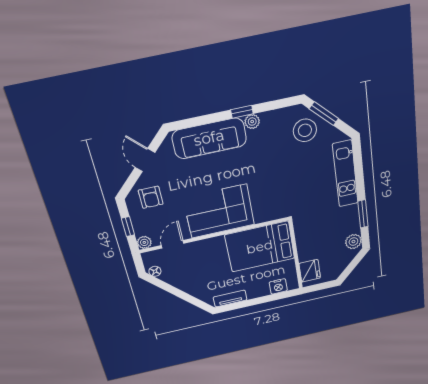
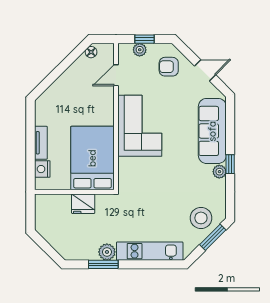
plant: (144, 242) -> (140, 50), moved
plant: (353, 242) -> (107, 252), moved
door: (173, 244) -> (116, 75), swing flipped
fridge: (310, 271) -> (83, 204), moved
tv unit: (230, 298) -> (41, 143), moved

